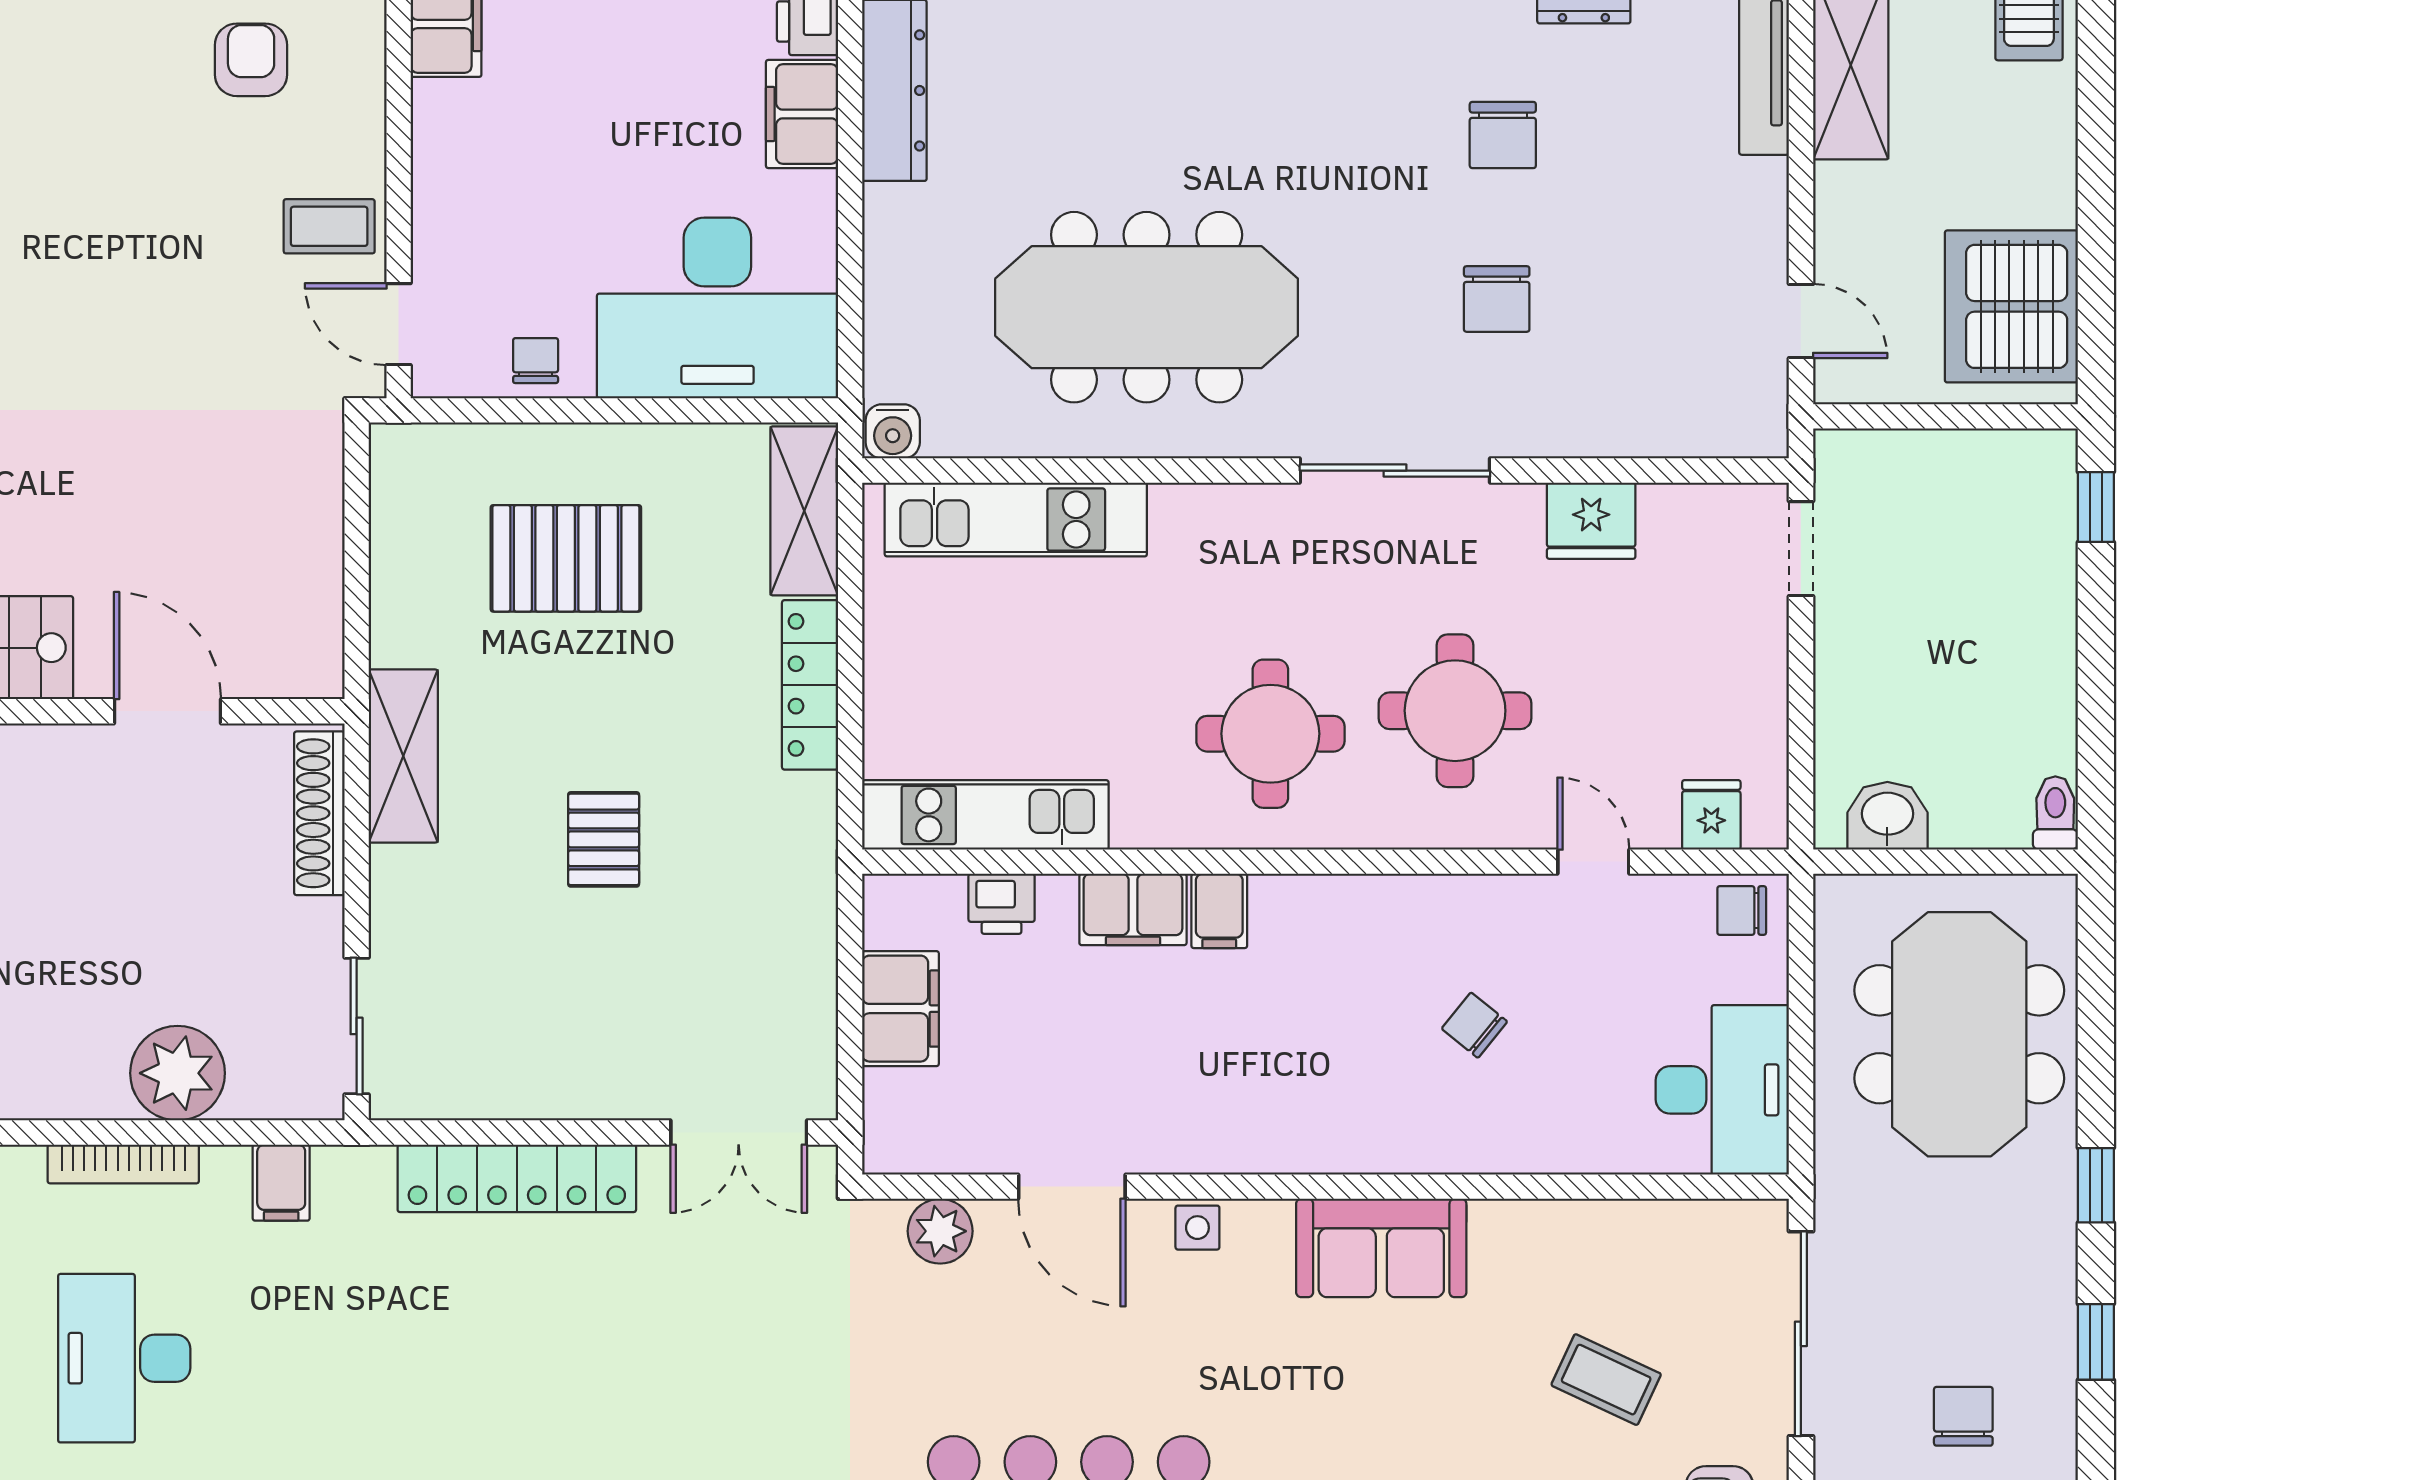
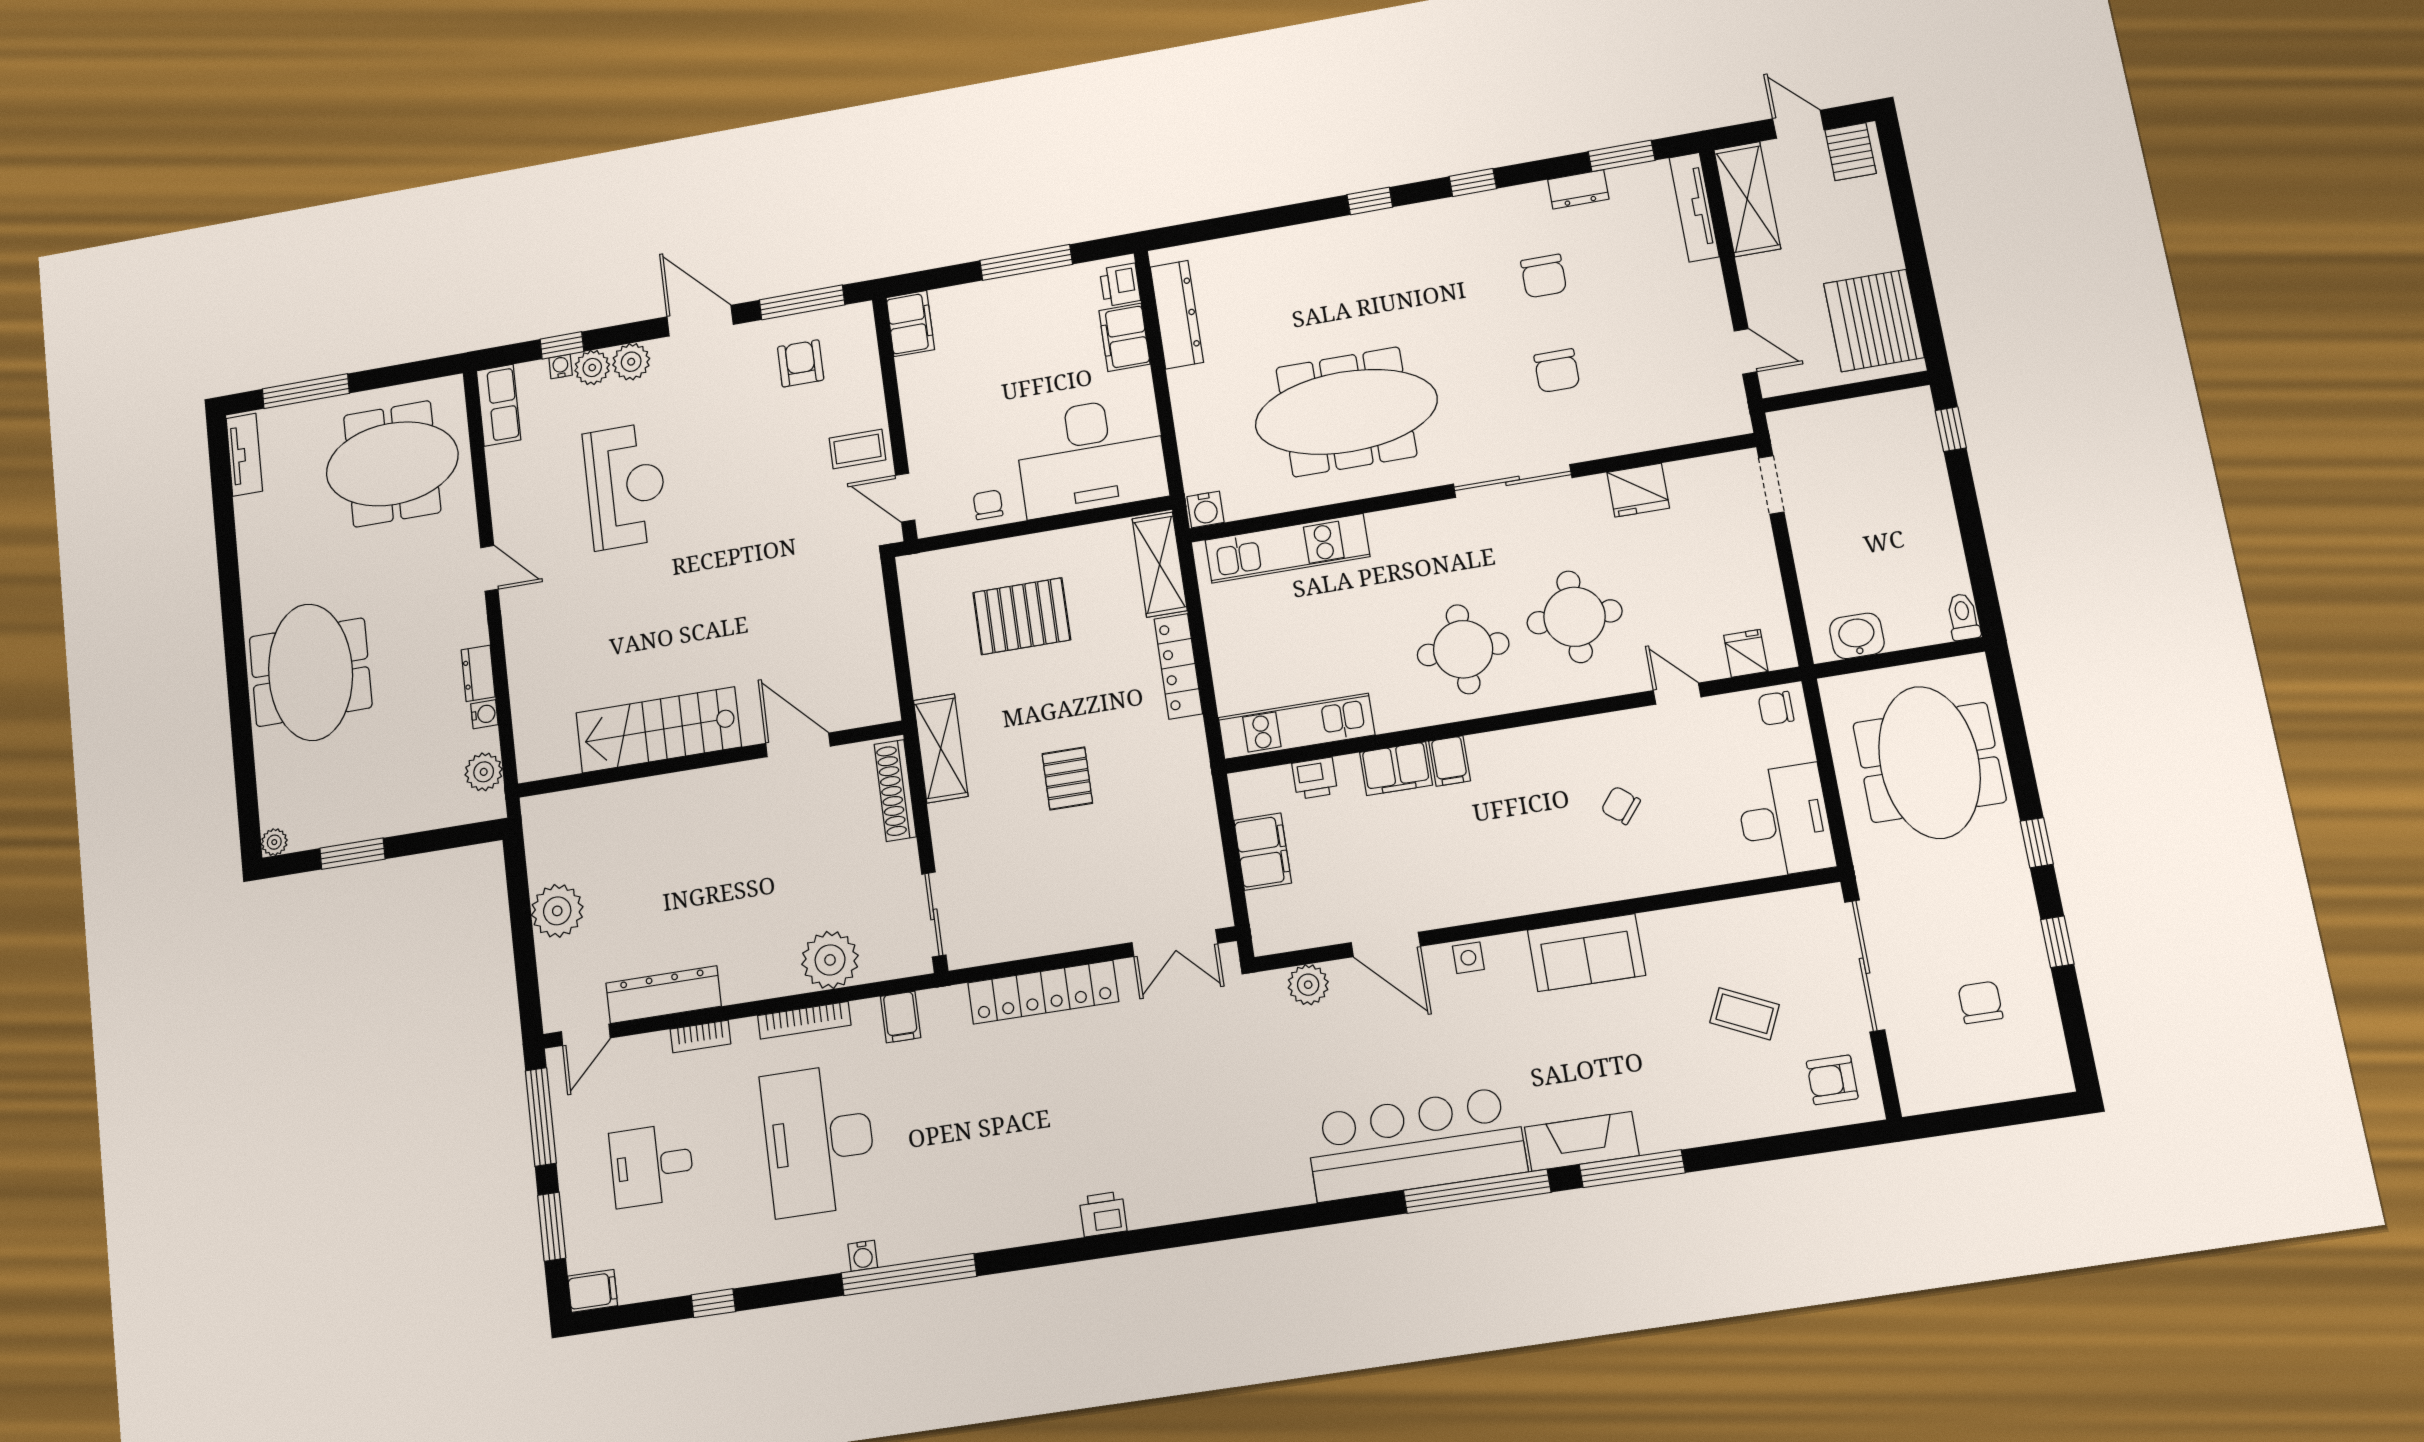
desk: (124, 1358) -> (819, 1140), width x1.36, depth x1.30

